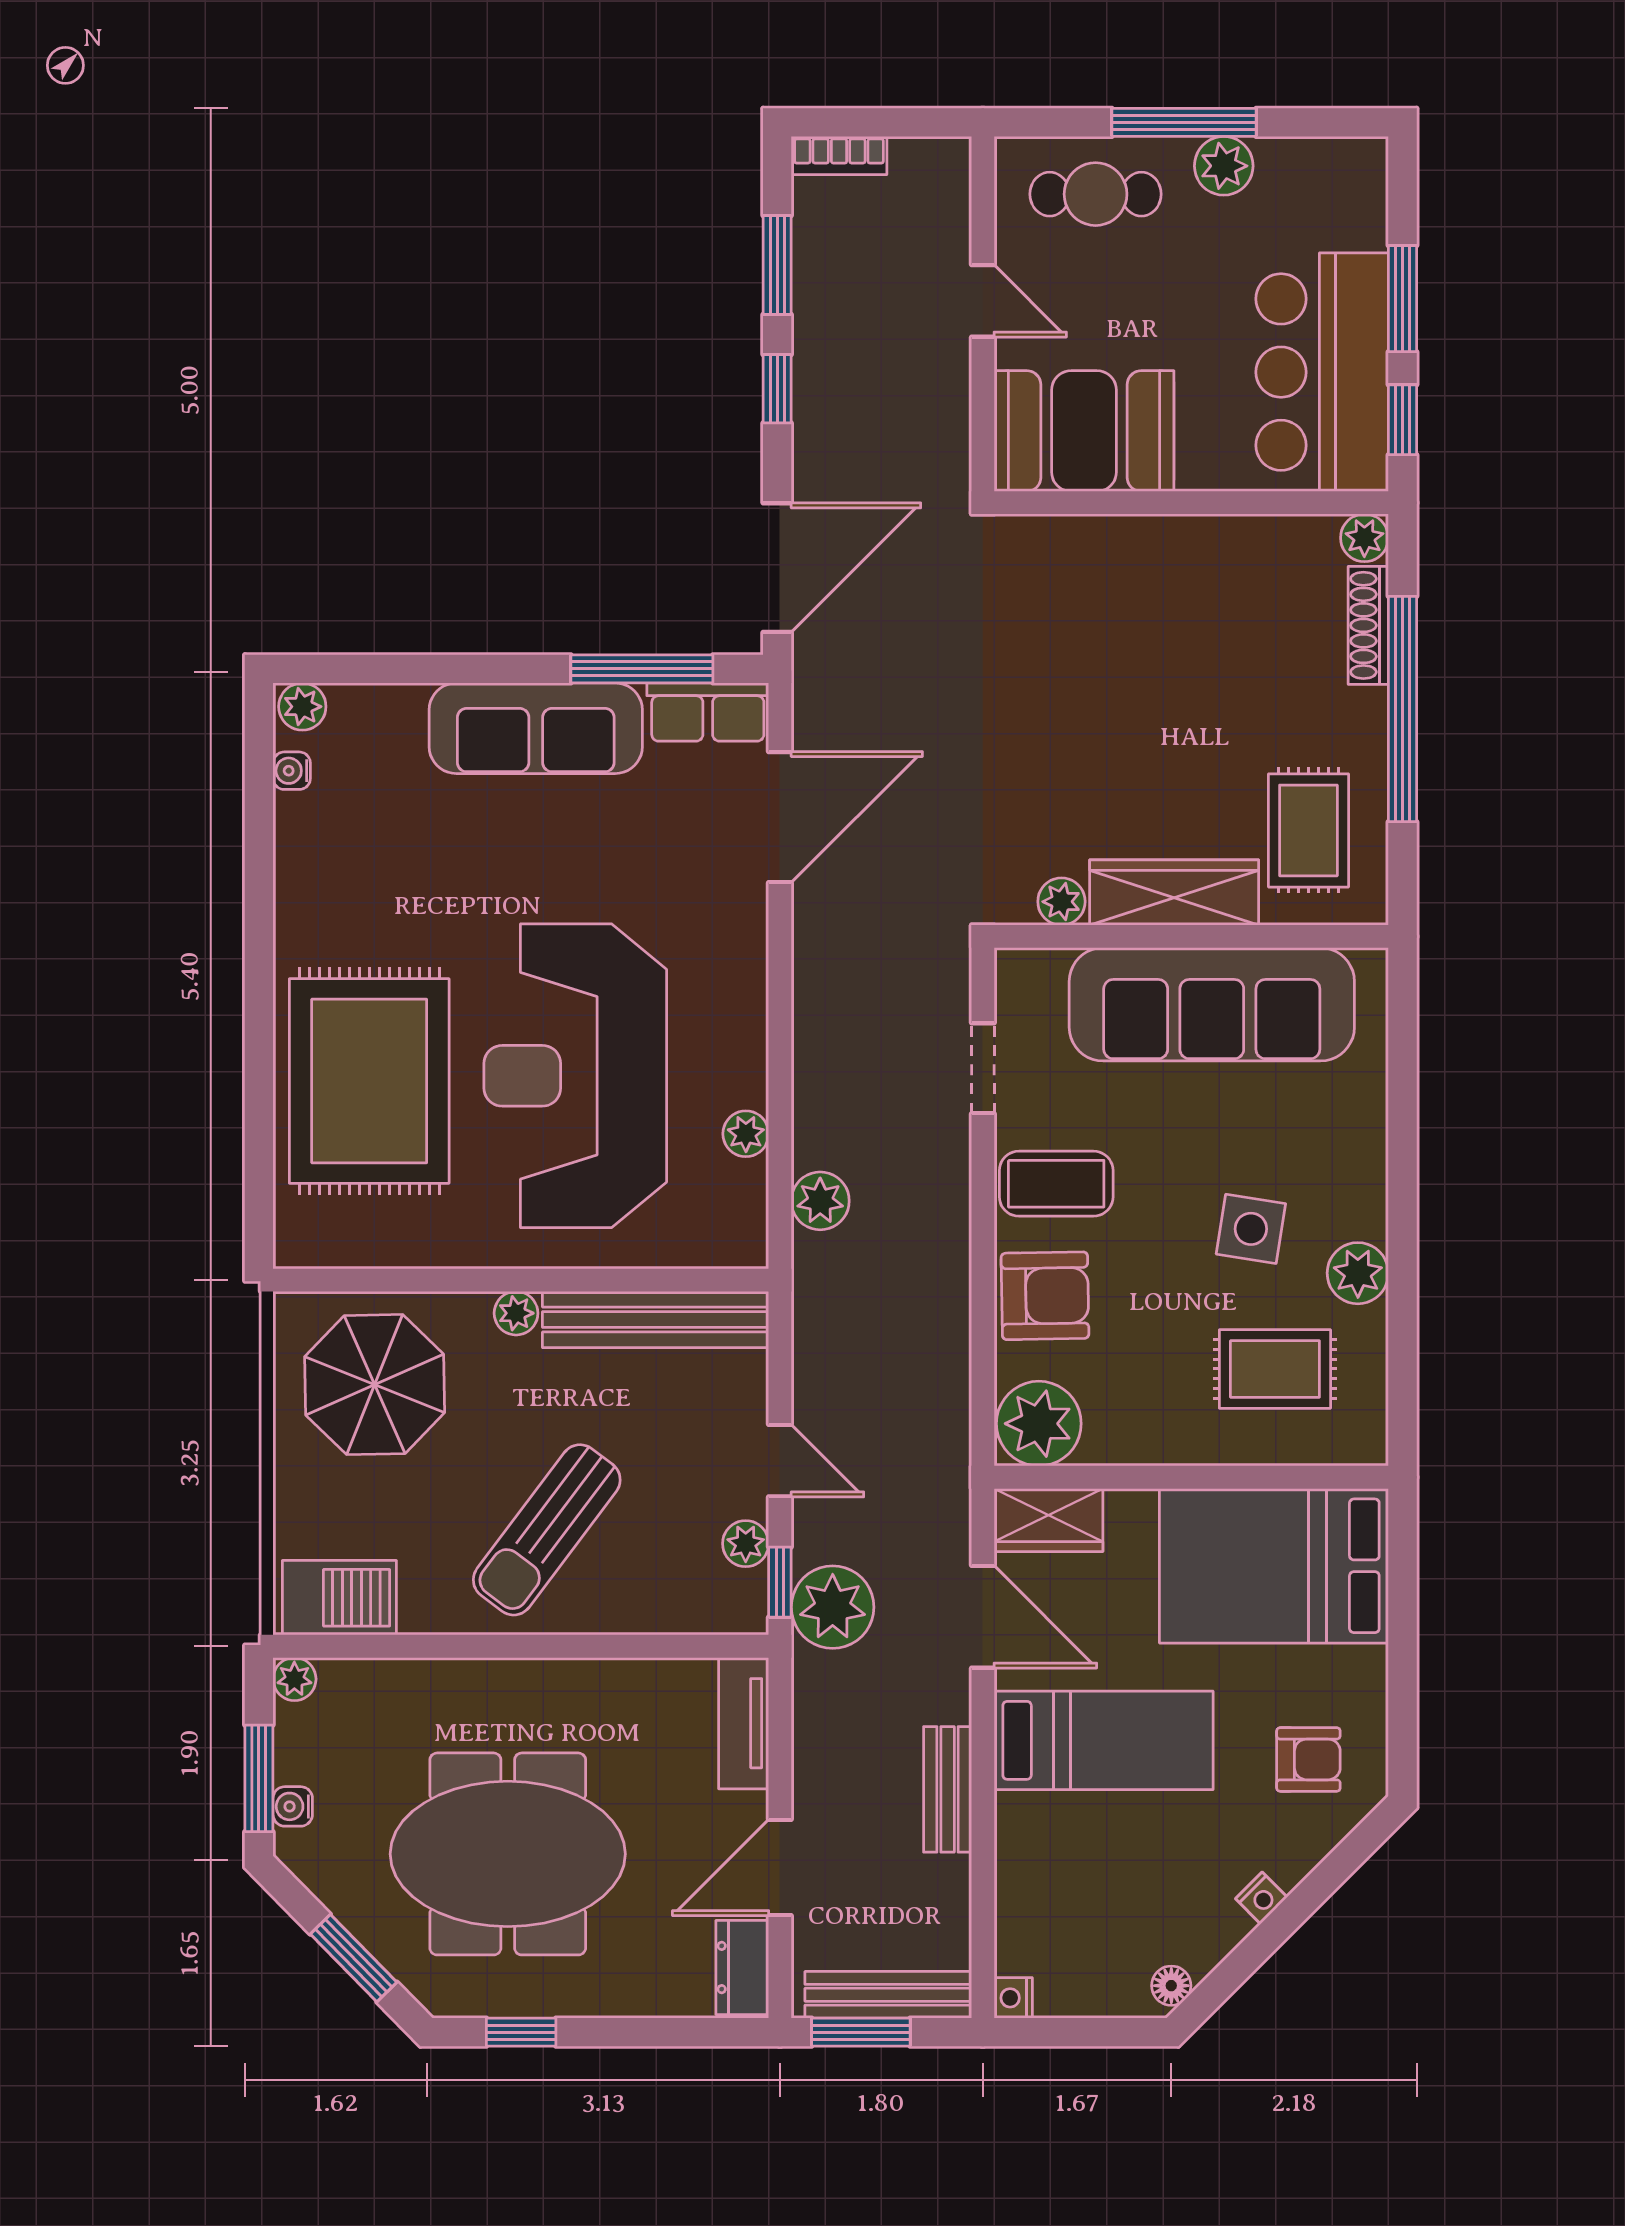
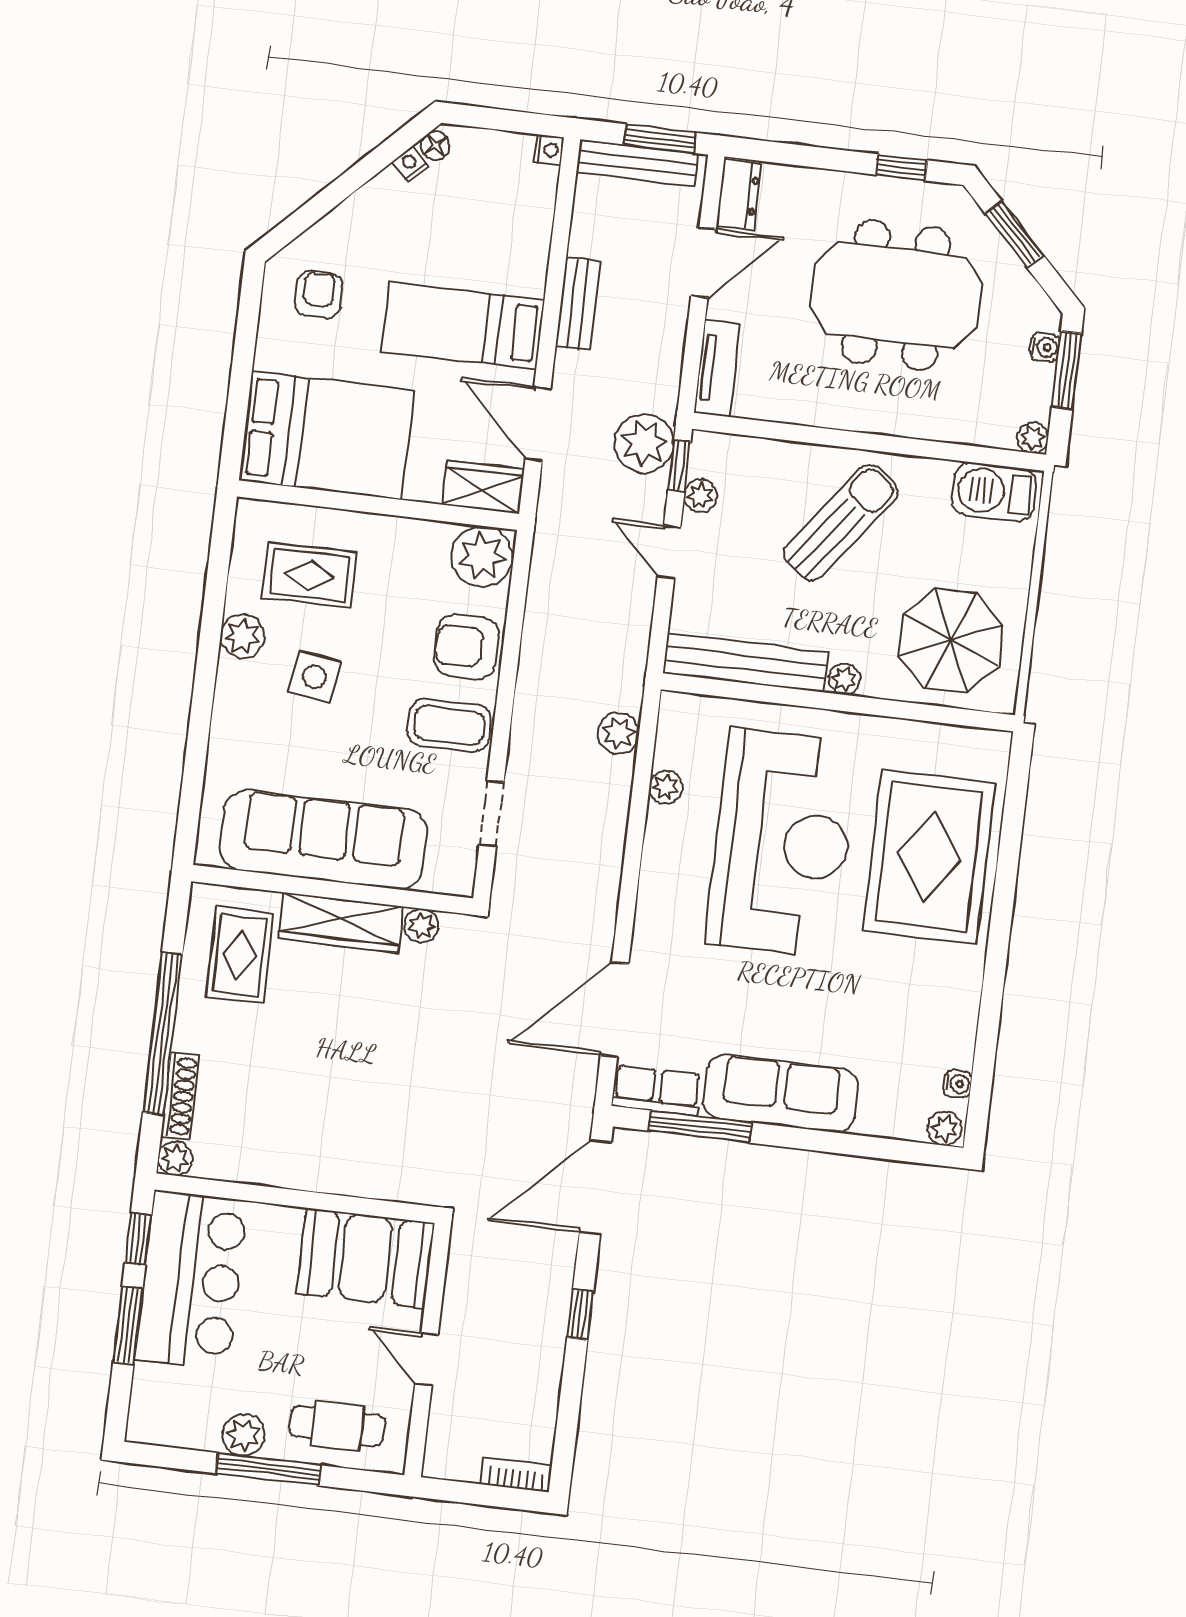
window: (777, 265) -> (570, 1402), removed
armchair: (1308, 1759) -> (319, 295), turned 90
nightstand: (1261, 1898) -> (410, 163), moved

